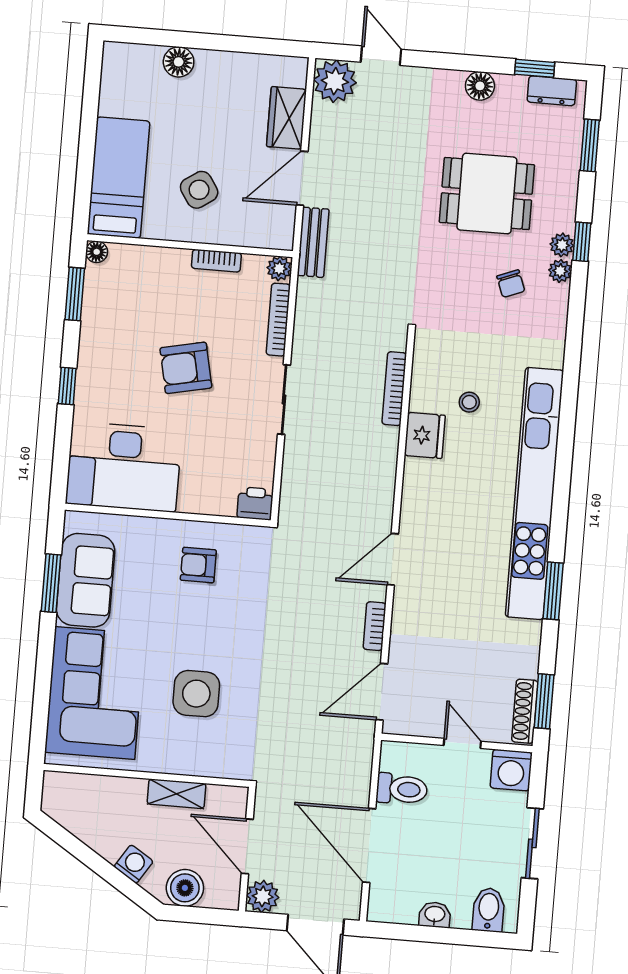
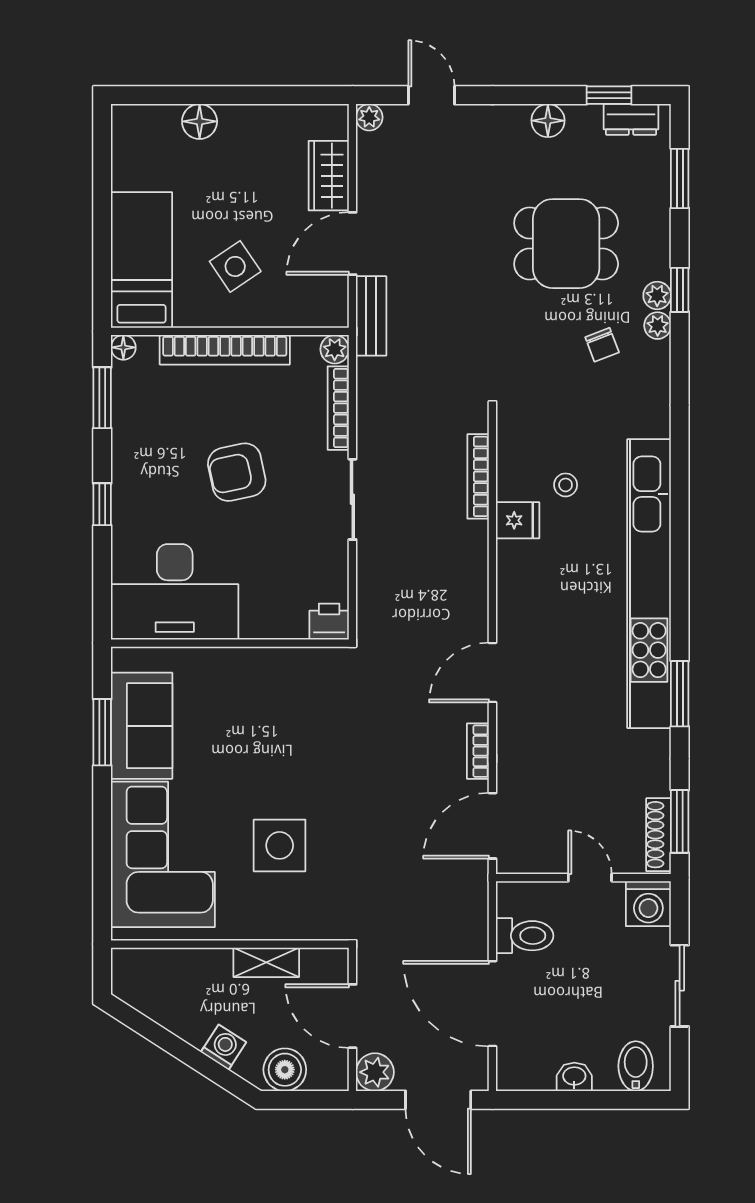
plant: (335, 81) -> (369, 117), width x0.53, depth x0.53
bookcase: (216, 261) -> (225, 350), width x2.31, depth x1.31
fridge: (425, 435) -> (518, 520), width x0.72
armchair: (198, 565) -> (270, 698), removed

